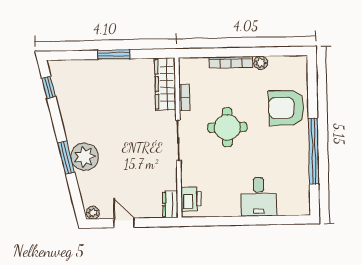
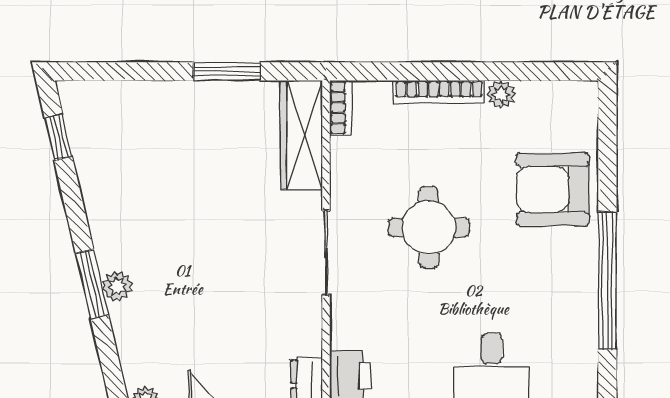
window: (114, 55) -> (227, 71), moved
bookcase: (184, 98) -> (341, 108), moved
plant: (85, 157) -> (117, 286), width x0.53, depth x0.53

